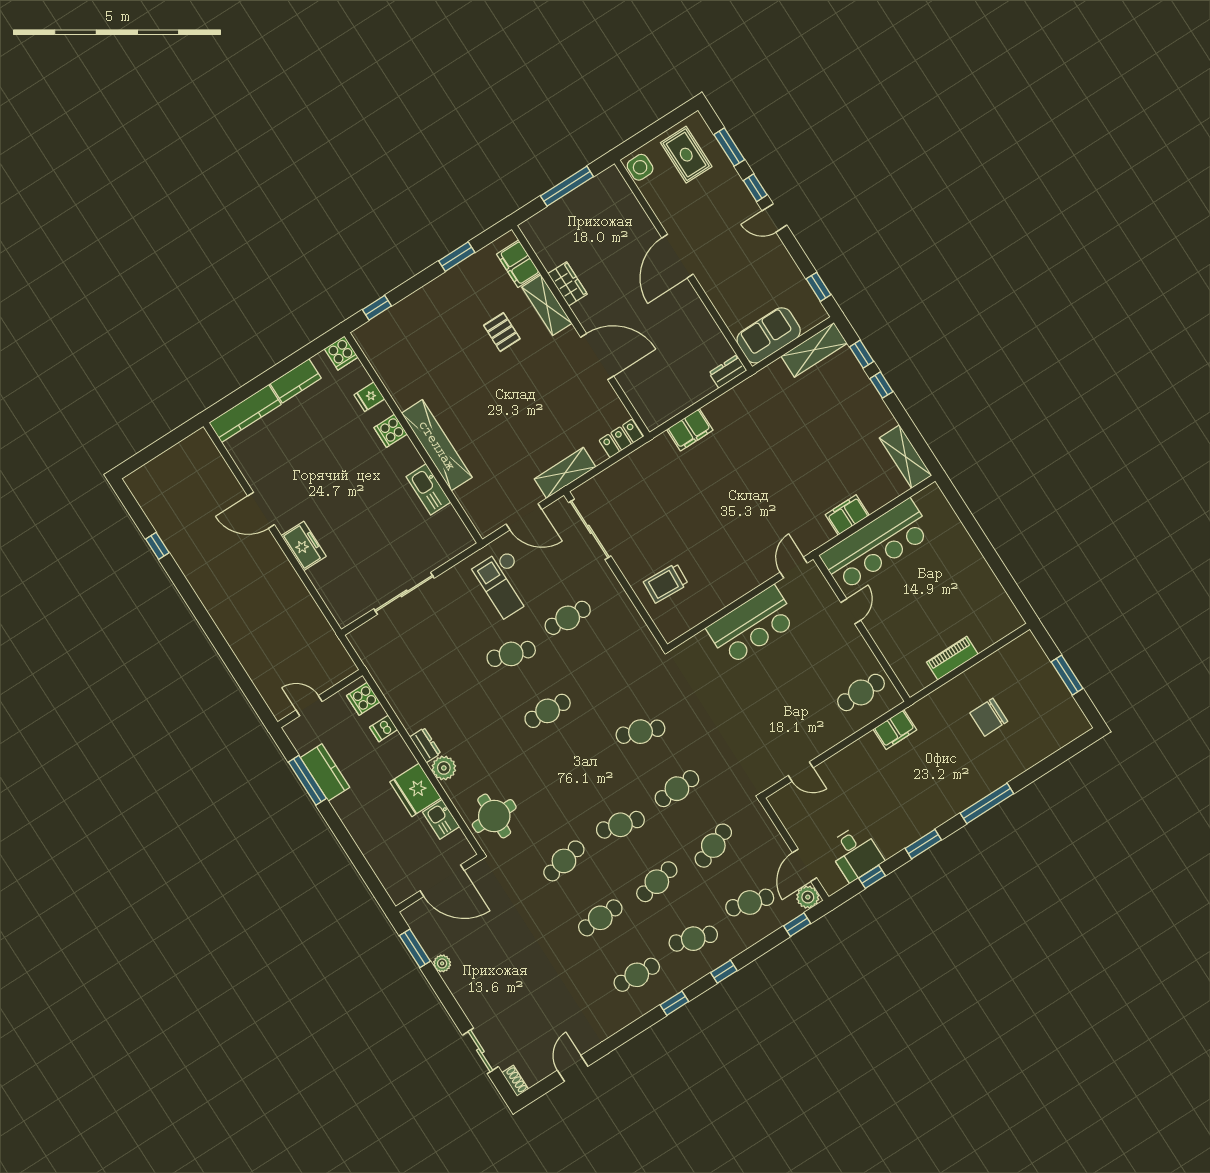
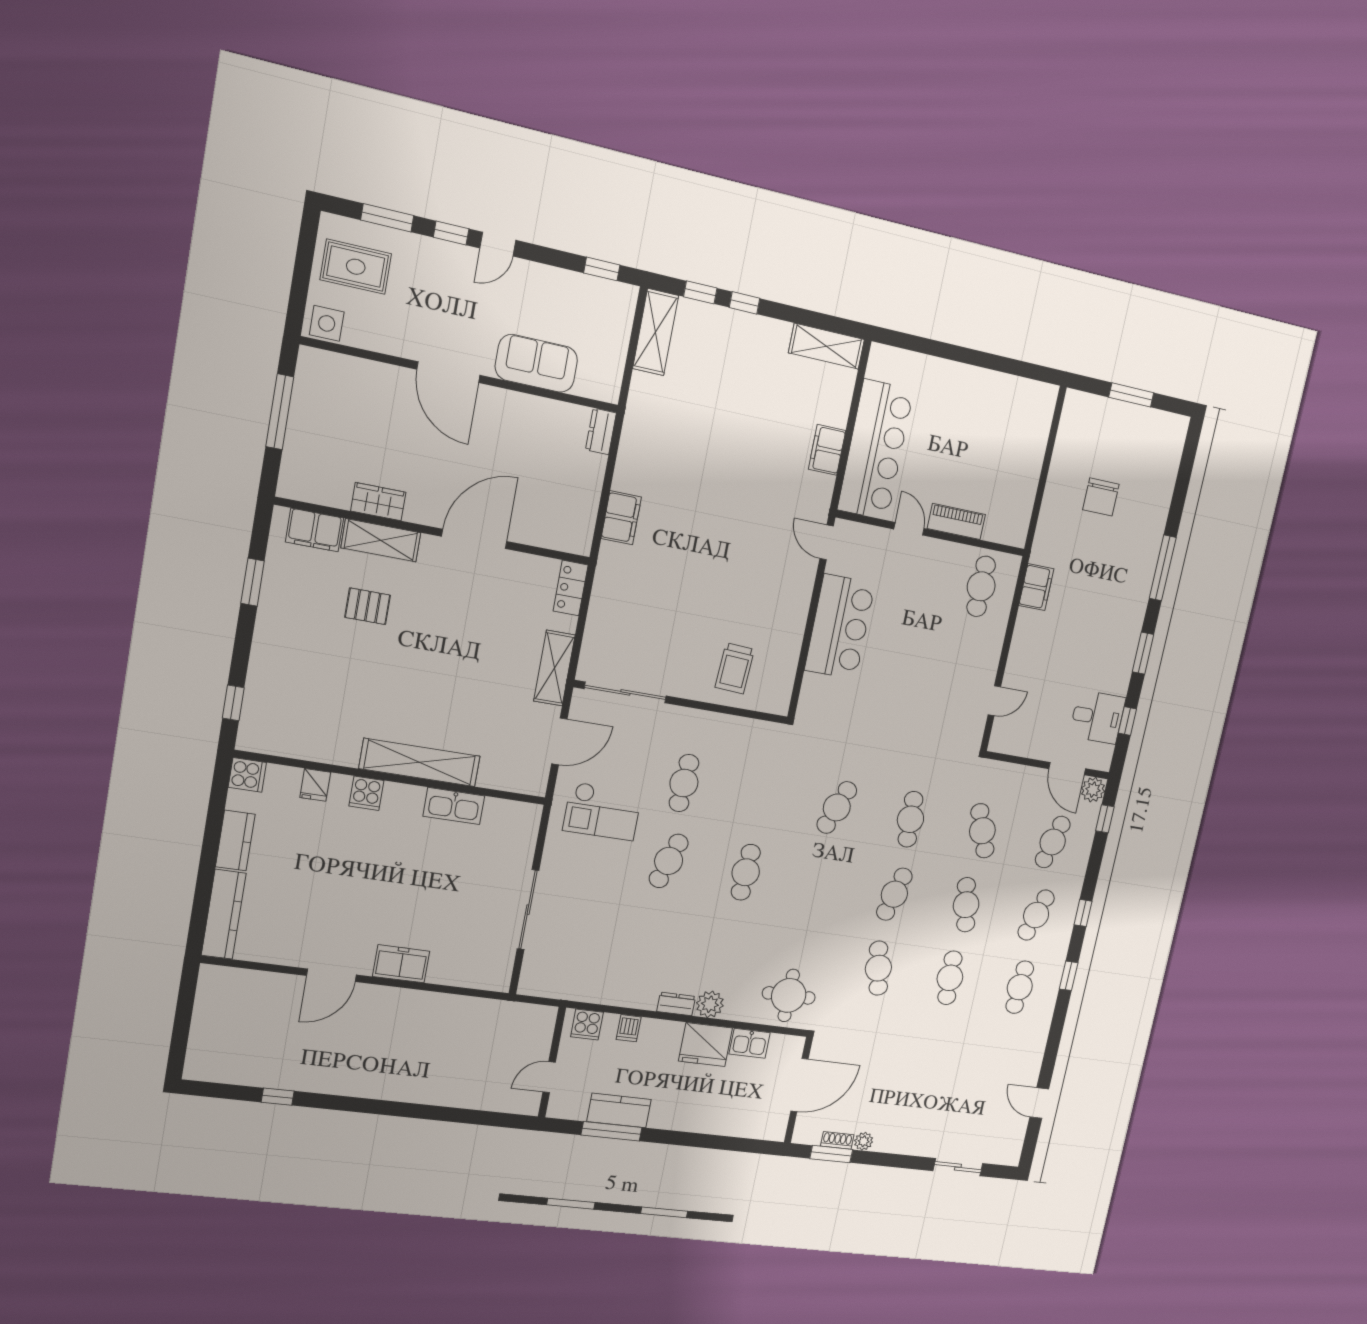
sofa: (769, 335) -> (536, 363), moved, turned 90
piano: (952, 658) -> (956, 522), moved, turned 90
shoe rack: (515, 1081) -> (837, 1140), moved

